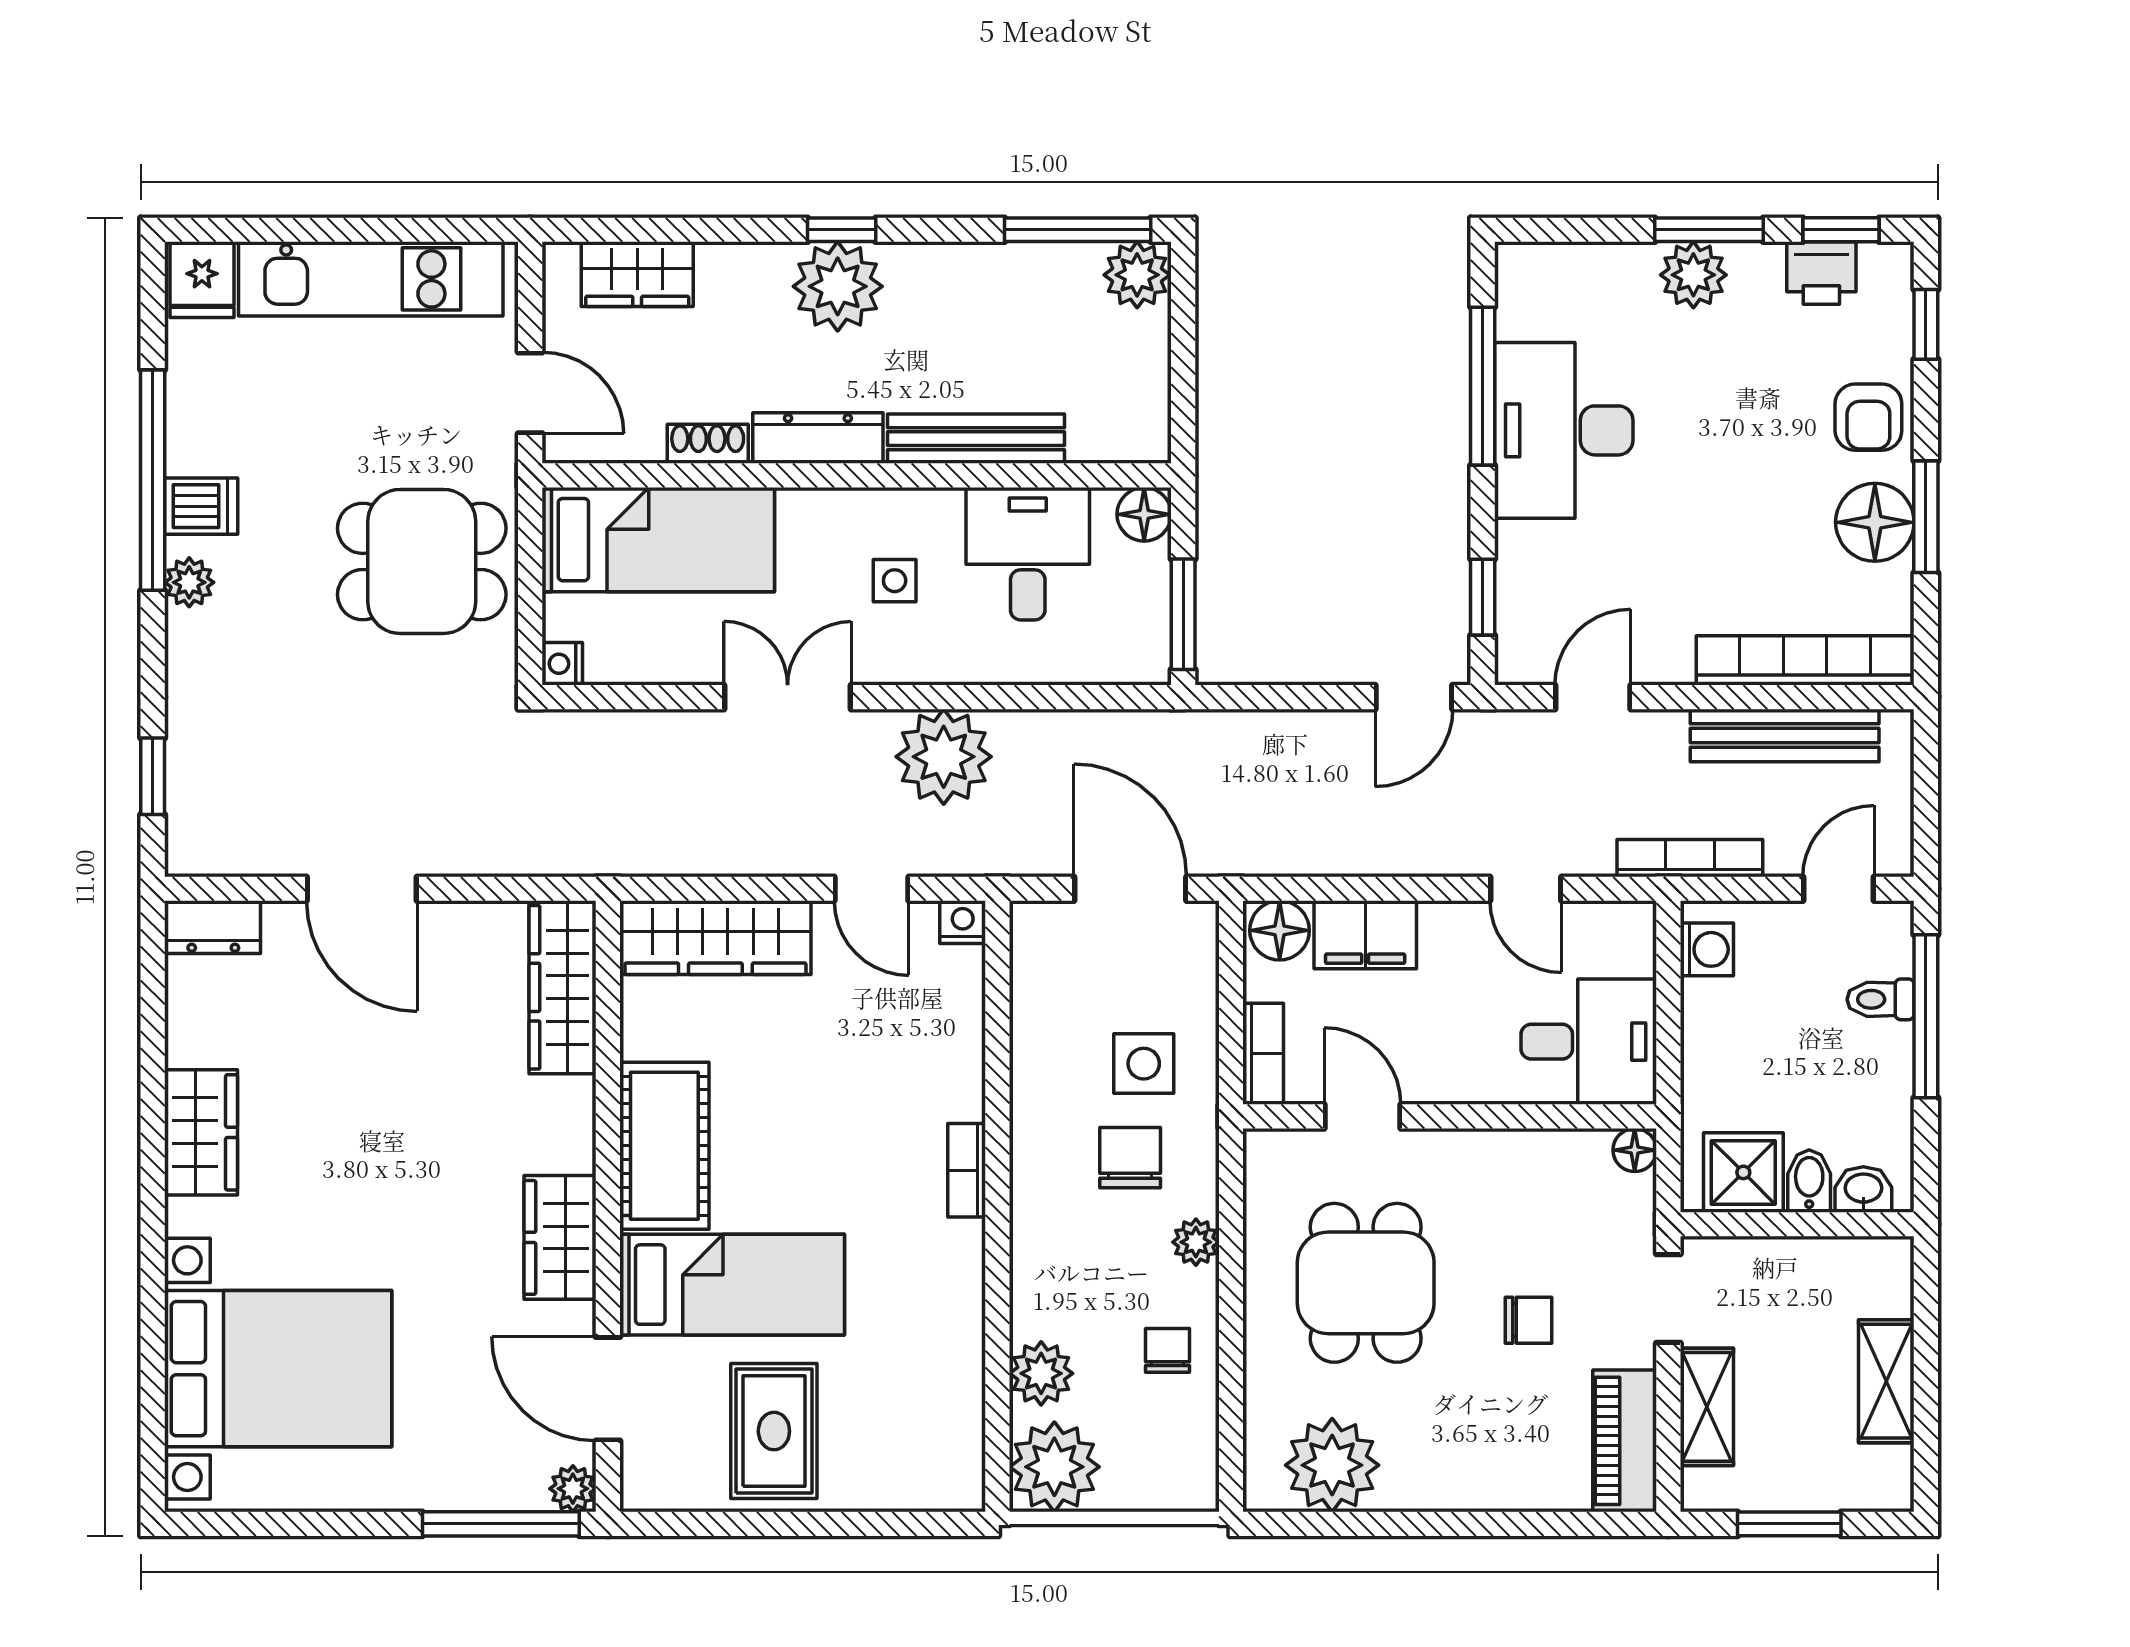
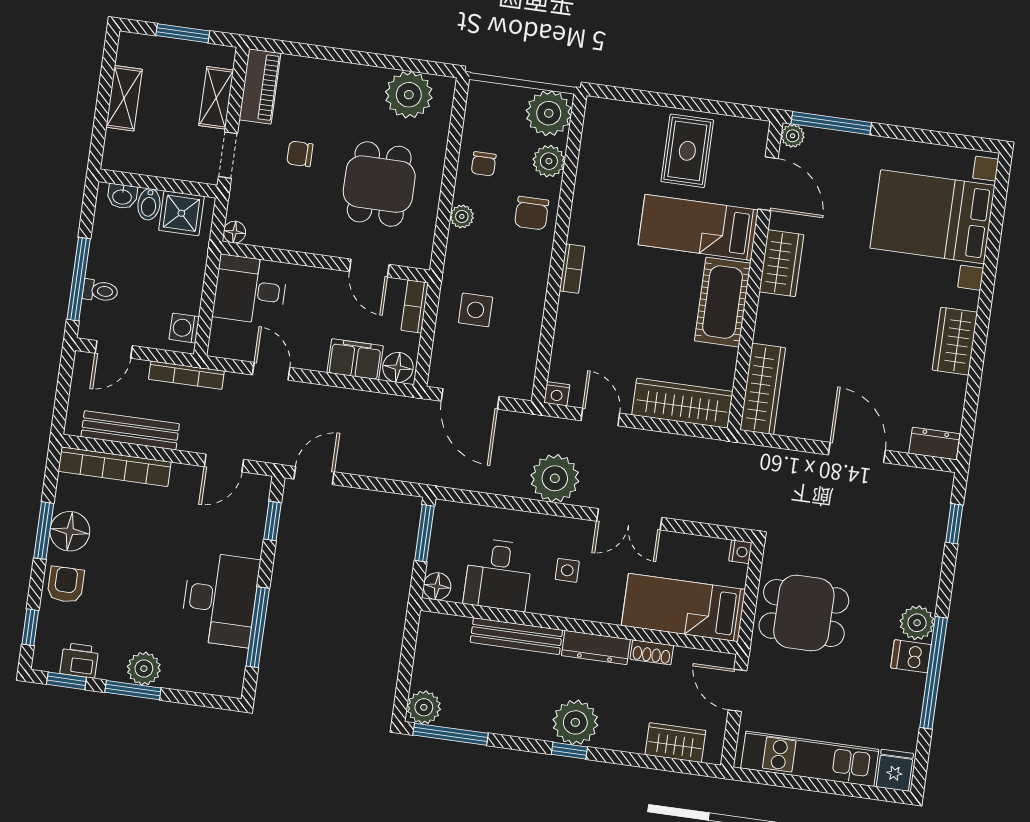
plant: (189, 582) -> (917, 623), width x1.38, depth x1.38
chair: (1130, 1158) -> (532, 213), moved

